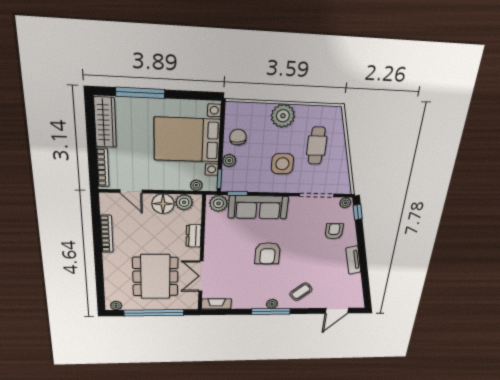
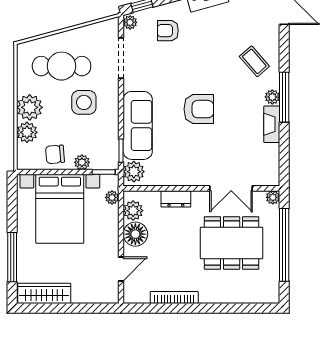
plant: (260, 112) -> (27, 132), added
cafe table: (317, 146) -> (62, 66), width x1.37, depth x1.35
bookcase: (103, 168) -> (94, 298), removed
fireplace: (216, 304) -> (272, 124), moved
plant: (116, 306) -> (273, 197), moved

